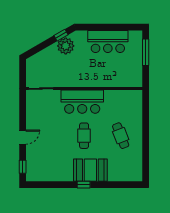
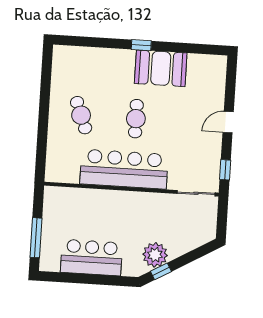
bar counter: (82, 102) -> (124, 169), width x1.36
window: (23, 167) -> (225, 170), moved
booth: (90, 170) -> (161, 68), moved

